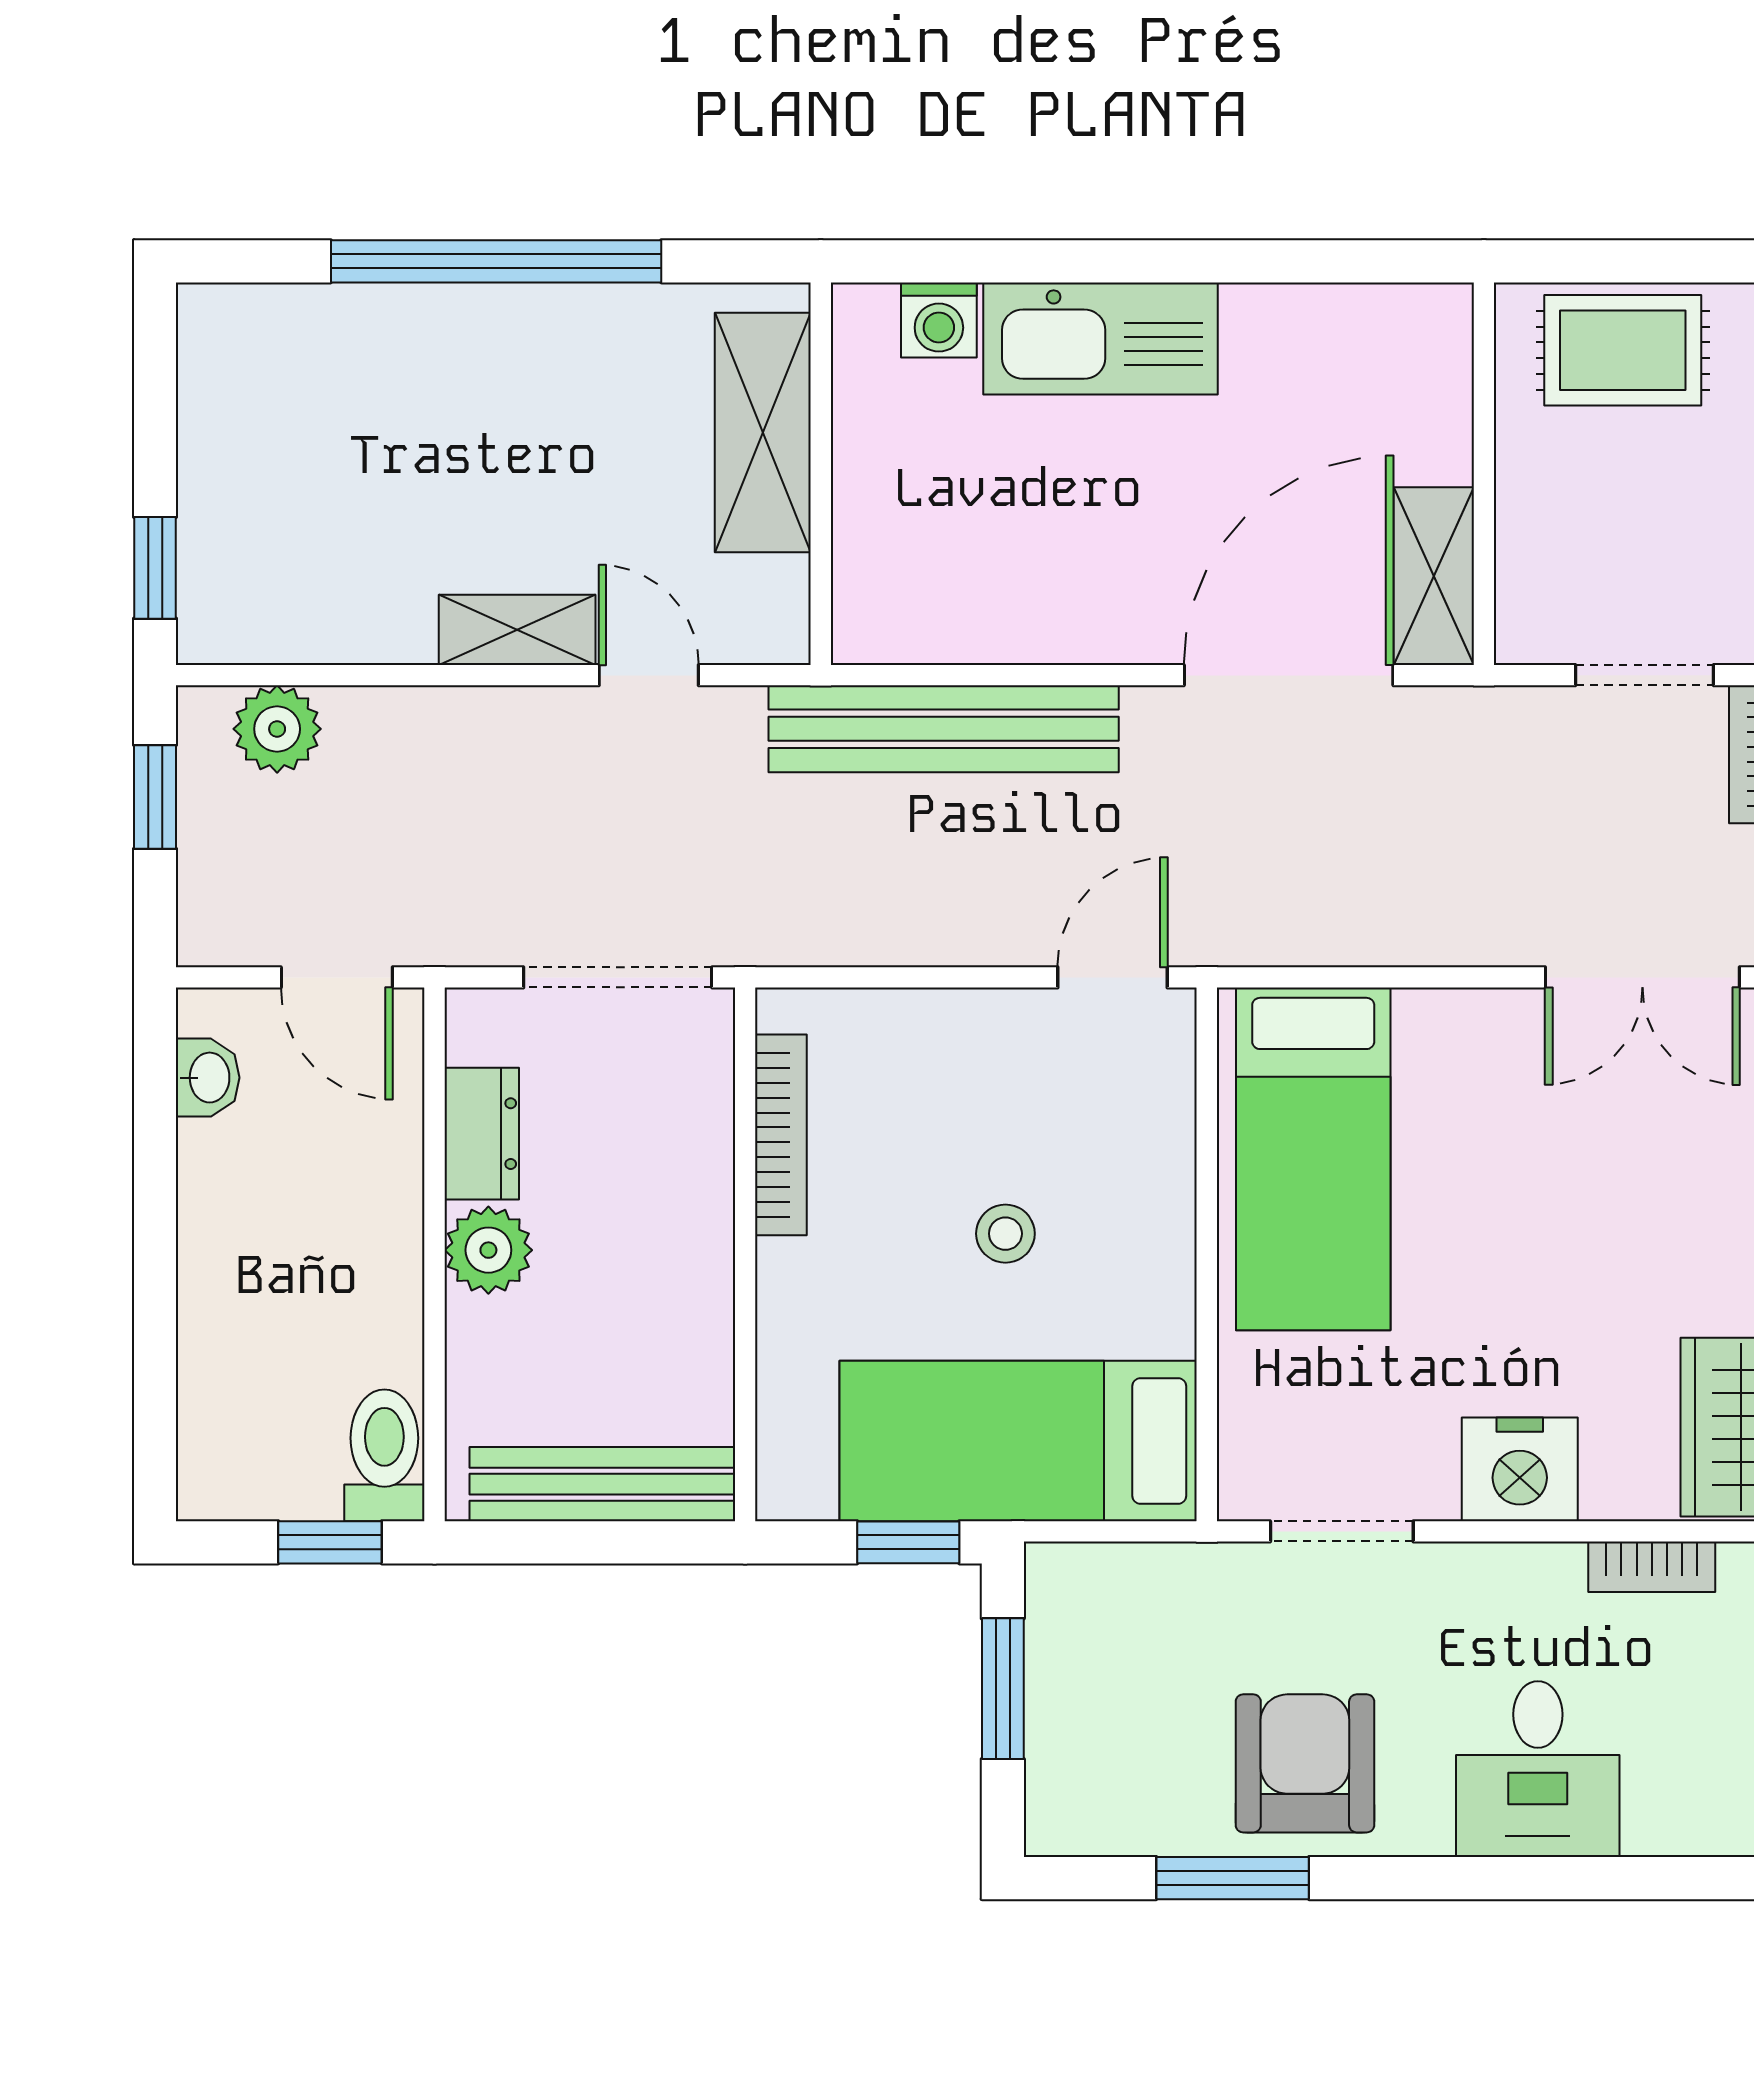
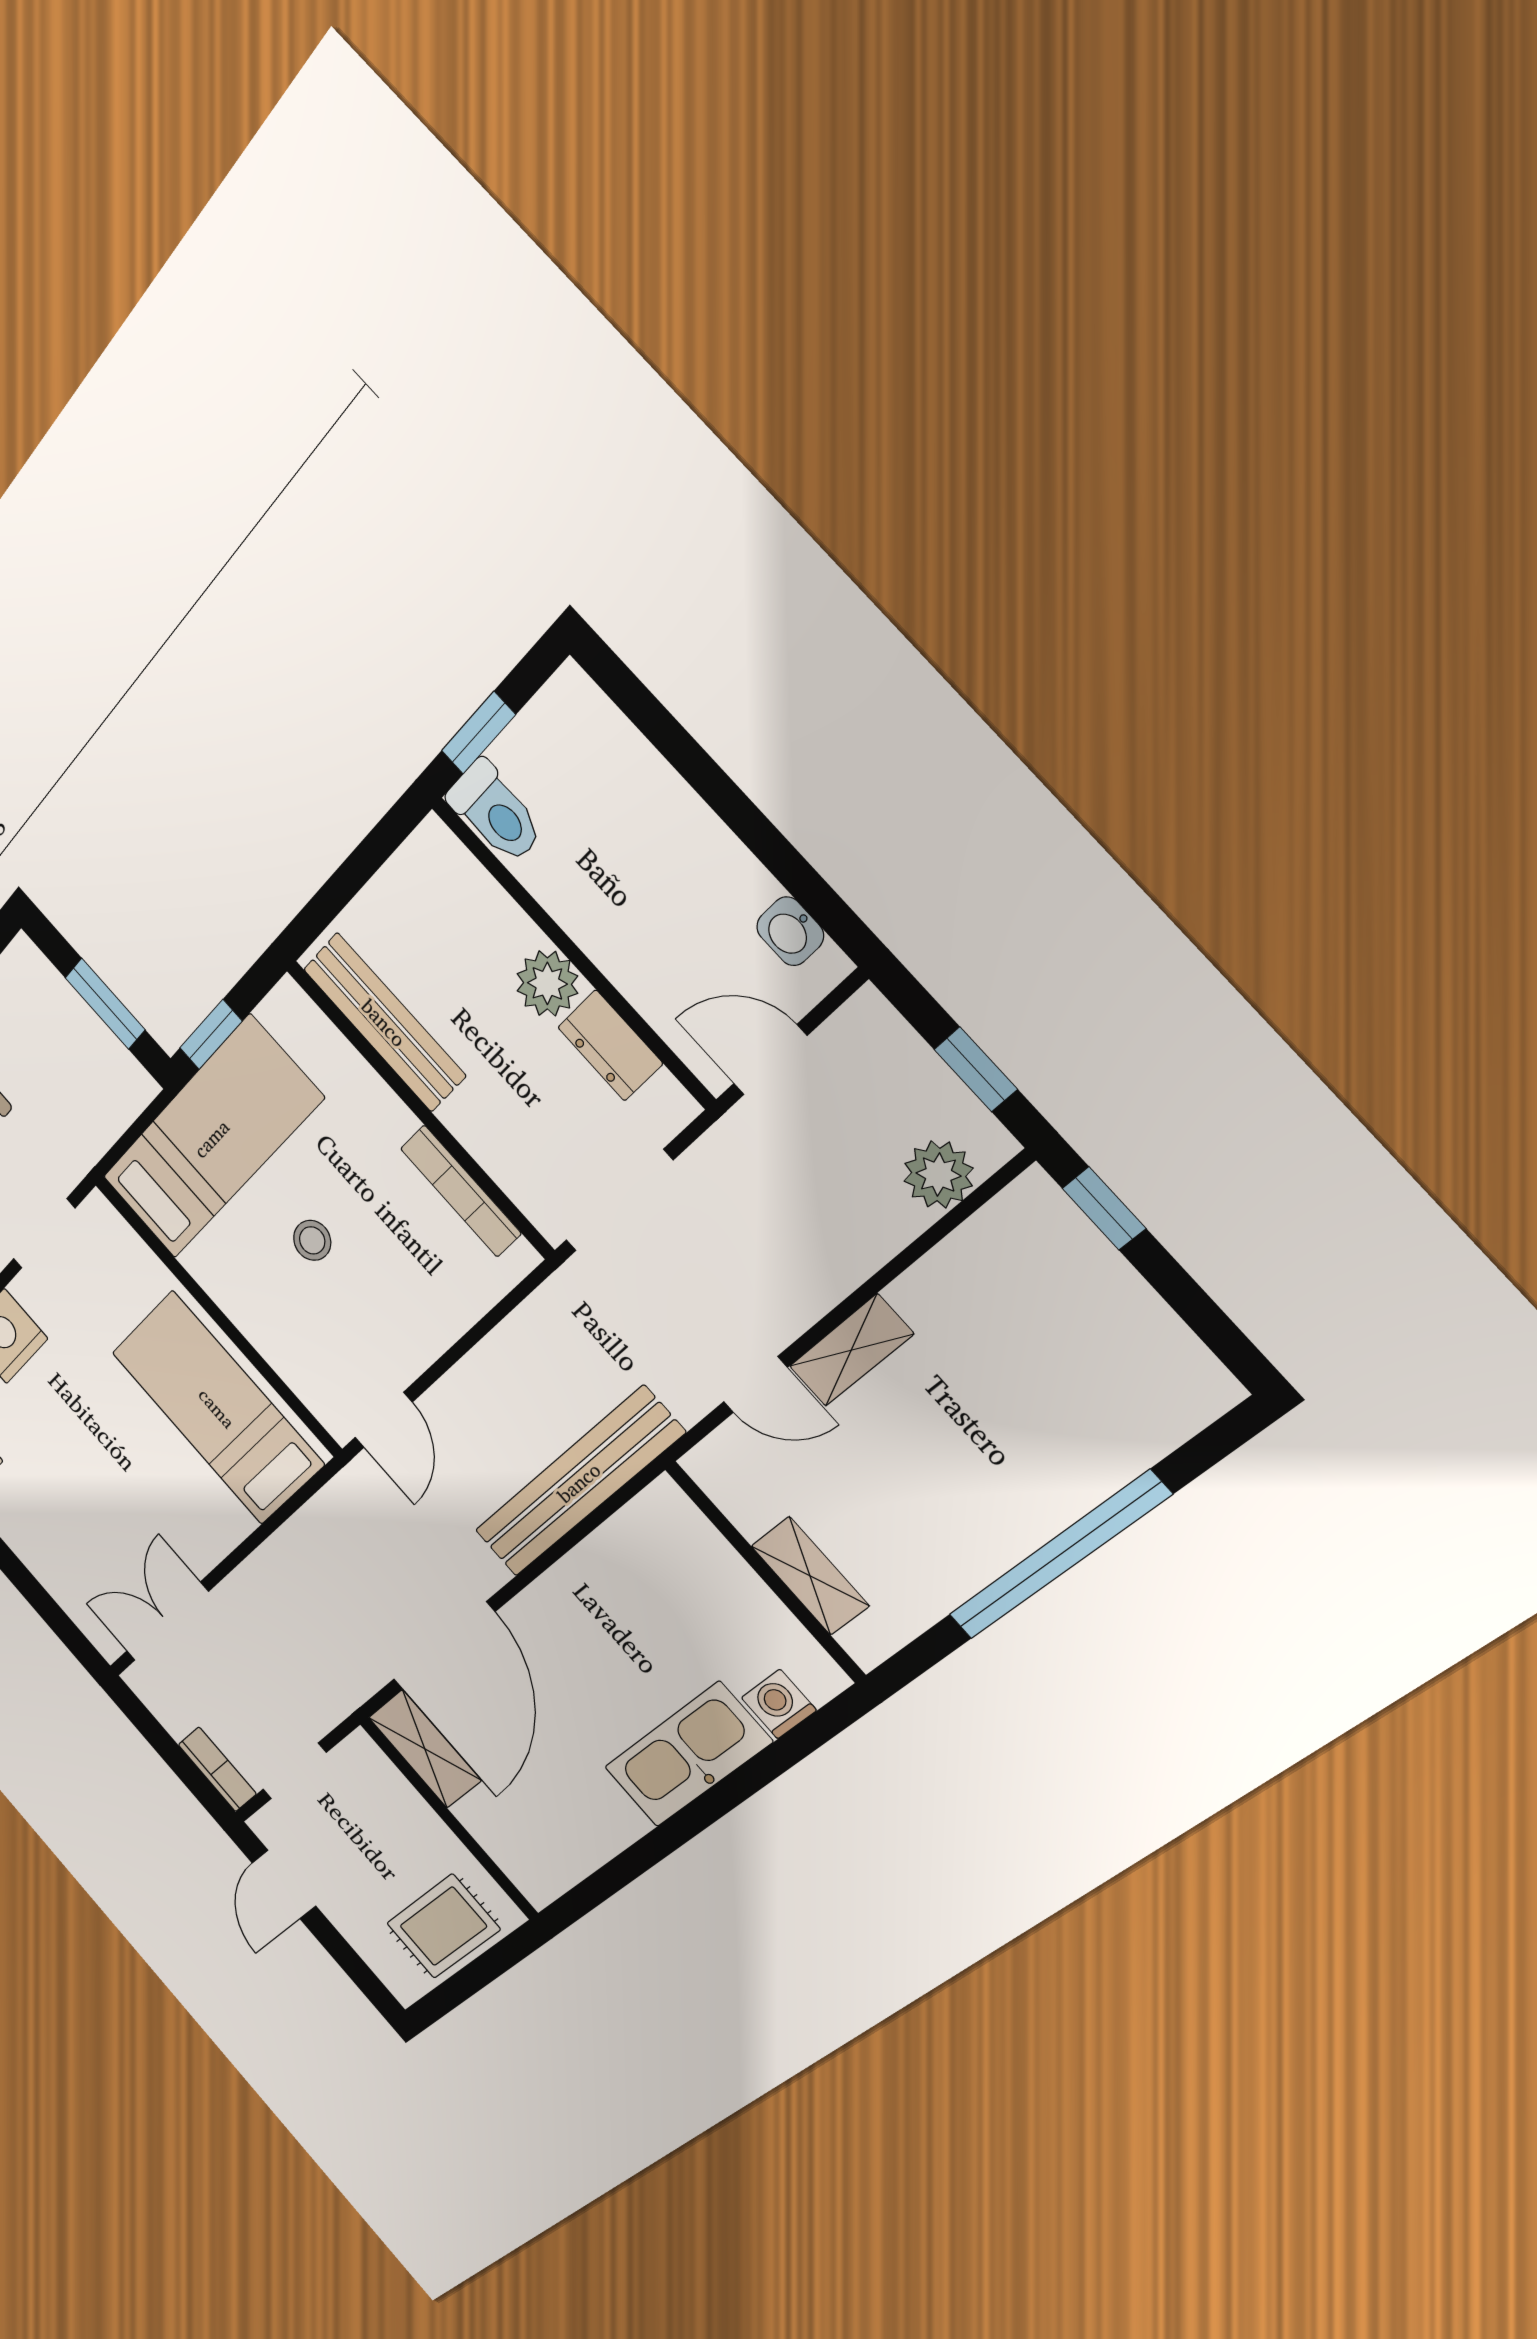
shelving: (763, 433) -> (810, 1576), width x0.67, depth x0.75
bench: (602, 1484) -> (384, 1022), moved, turned 90

